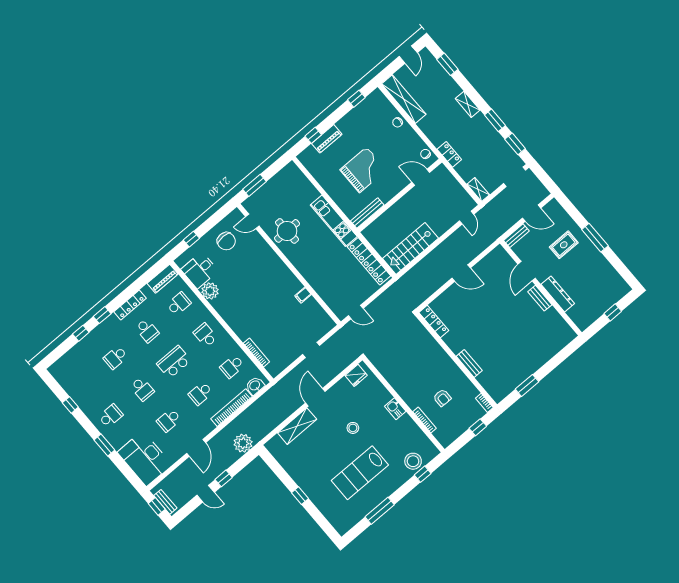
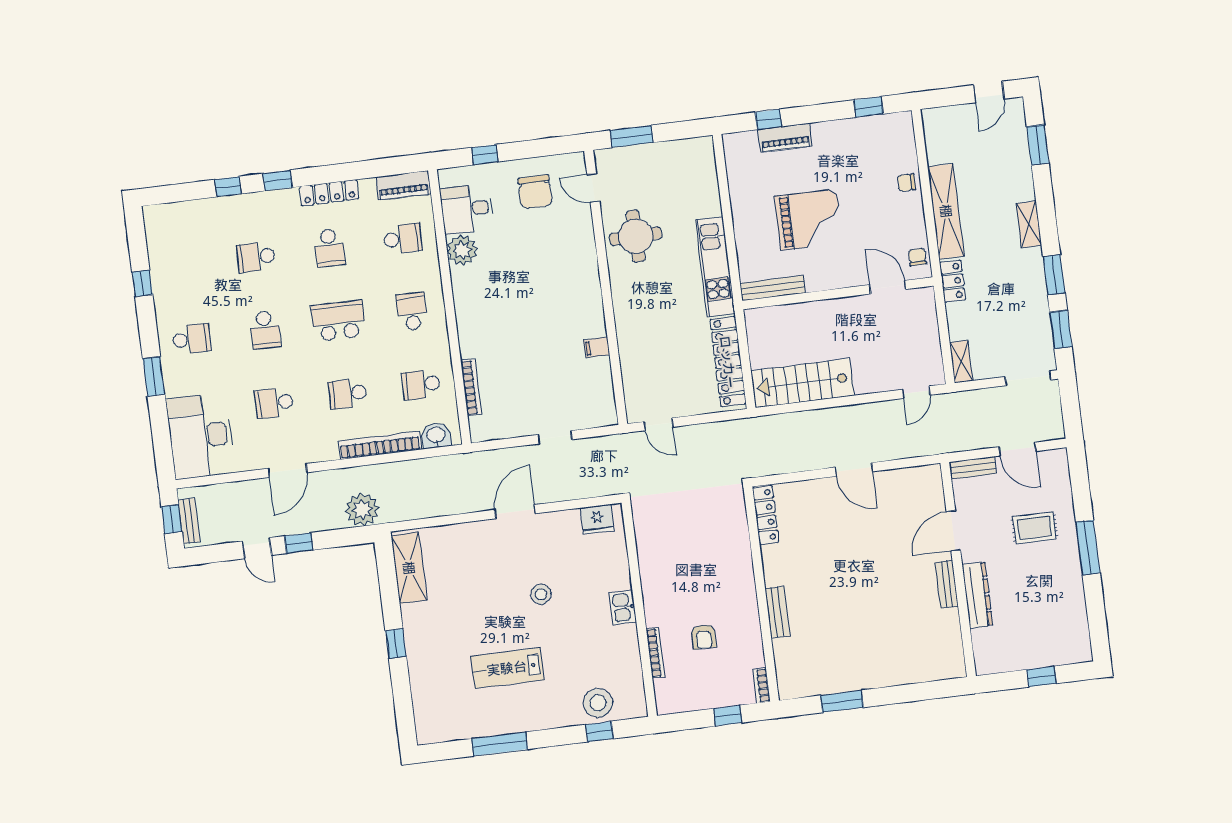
shelving: (404, 99) -> (946, 211), moved
shelving: (297, 426) -> (409, 568), moved, turned 90
lab bench: (360, 473) -> (507, 668), width x0.73, depth x0.72

